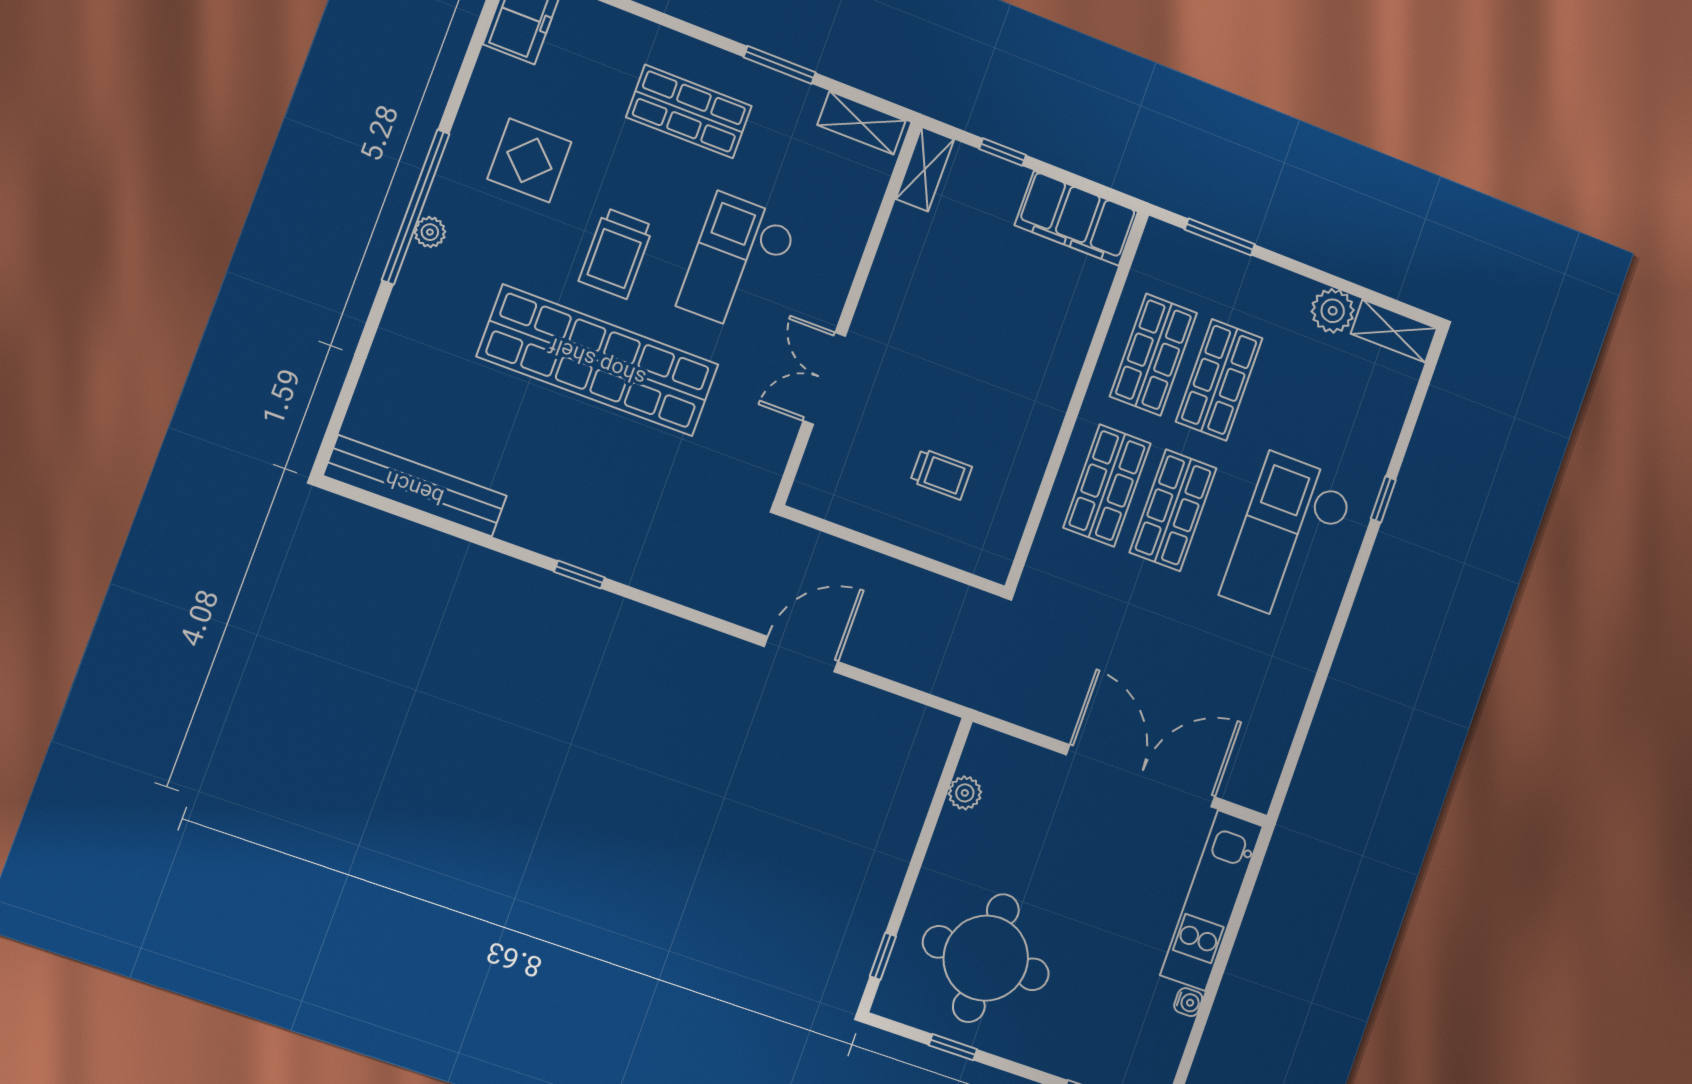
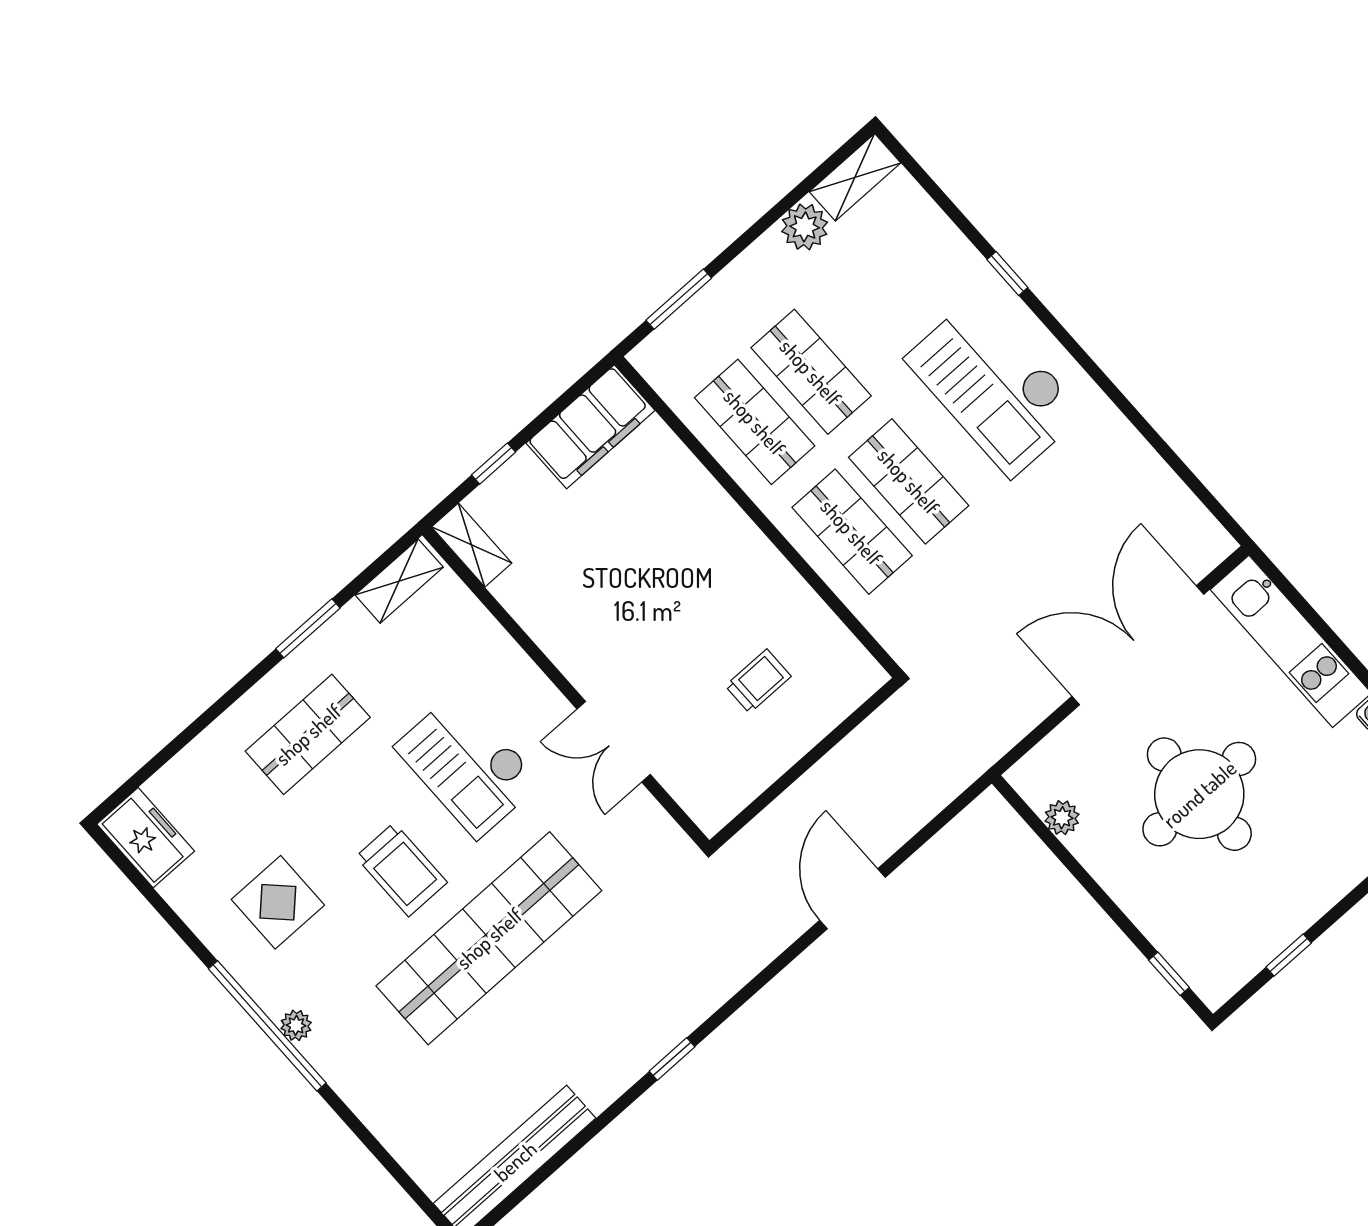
round table: (986, 958) -> (1199, 794), moved

